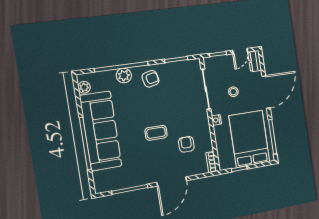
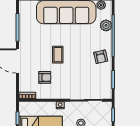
plant: (124, 76) -> (106, 25), moved

